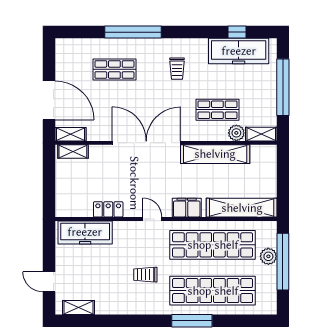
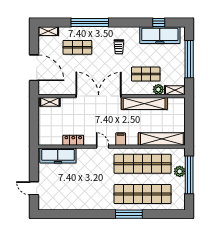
shelving: (70, 134) -> (48, 31), moved
filing cabinet: (187, 208) -> (121, 139), width x0.50
trolley: (145, 275) -> (98, 183), removed
shelving: (79, 307) -> (54, 205), removed

